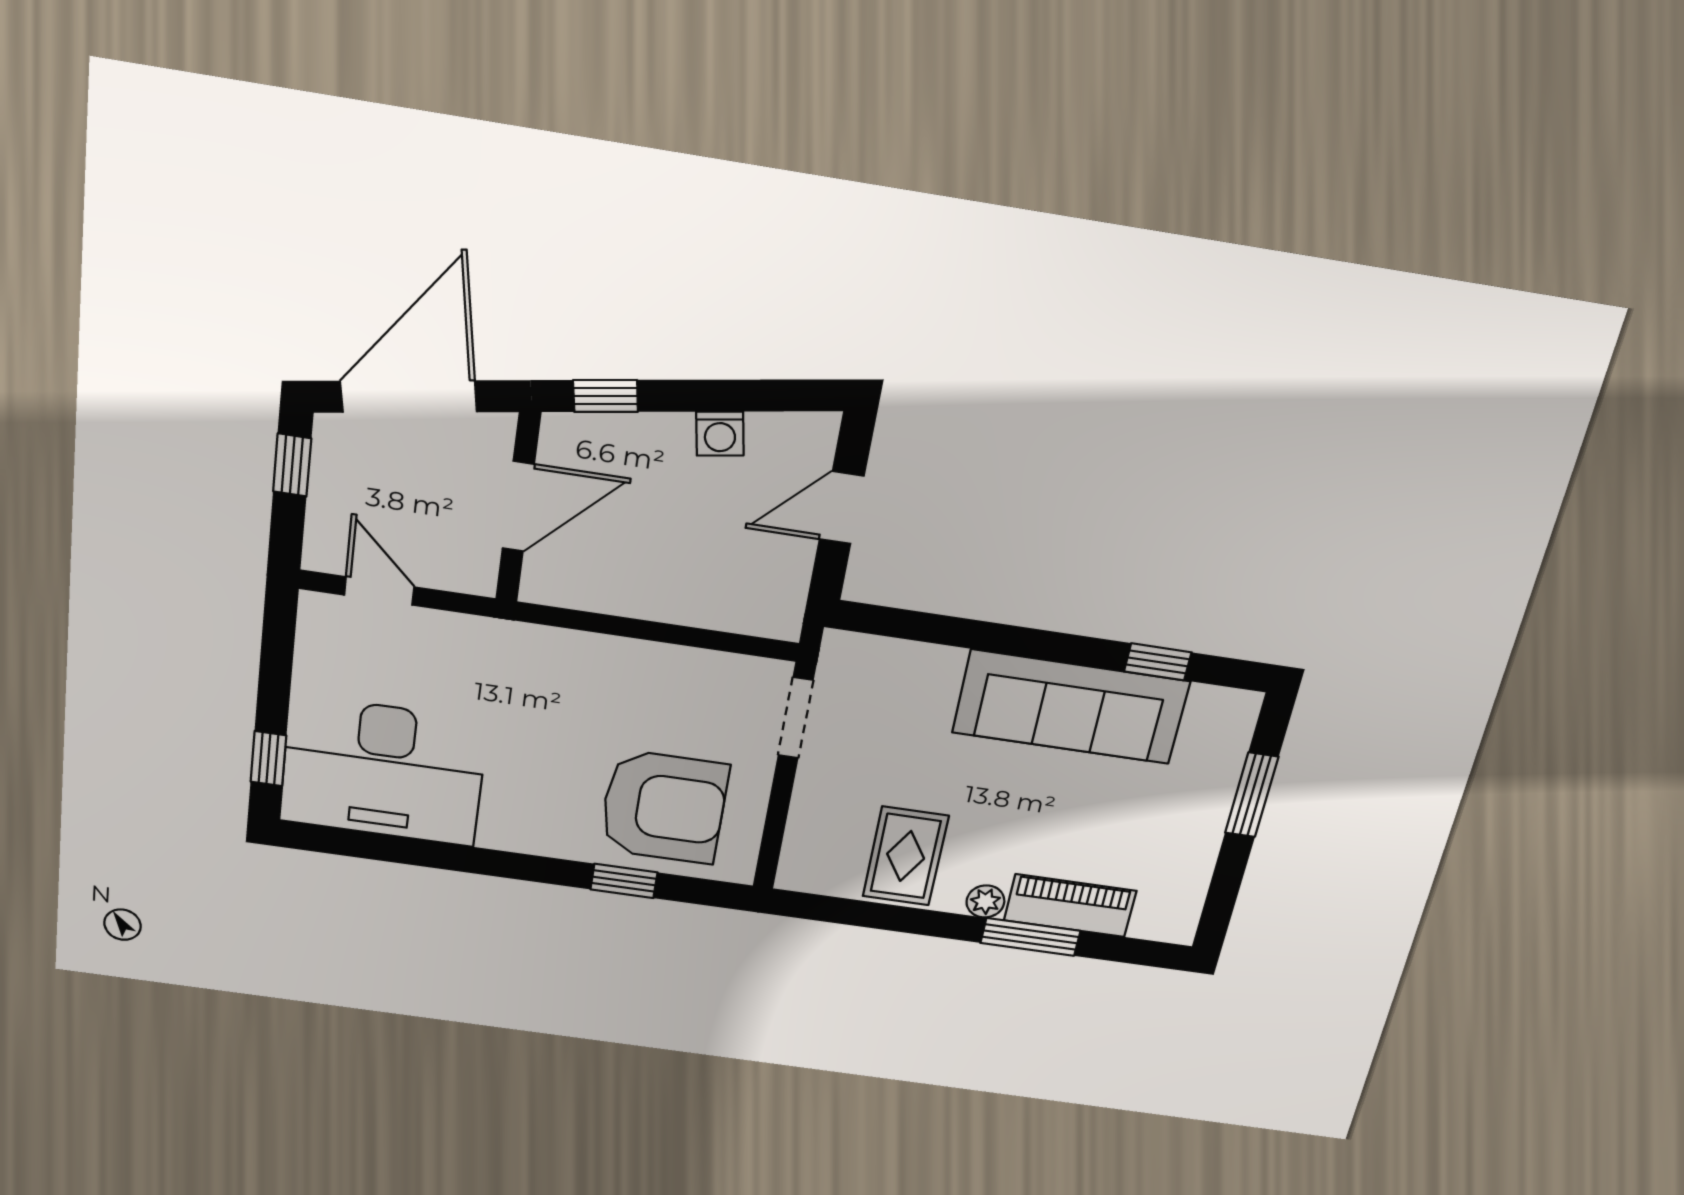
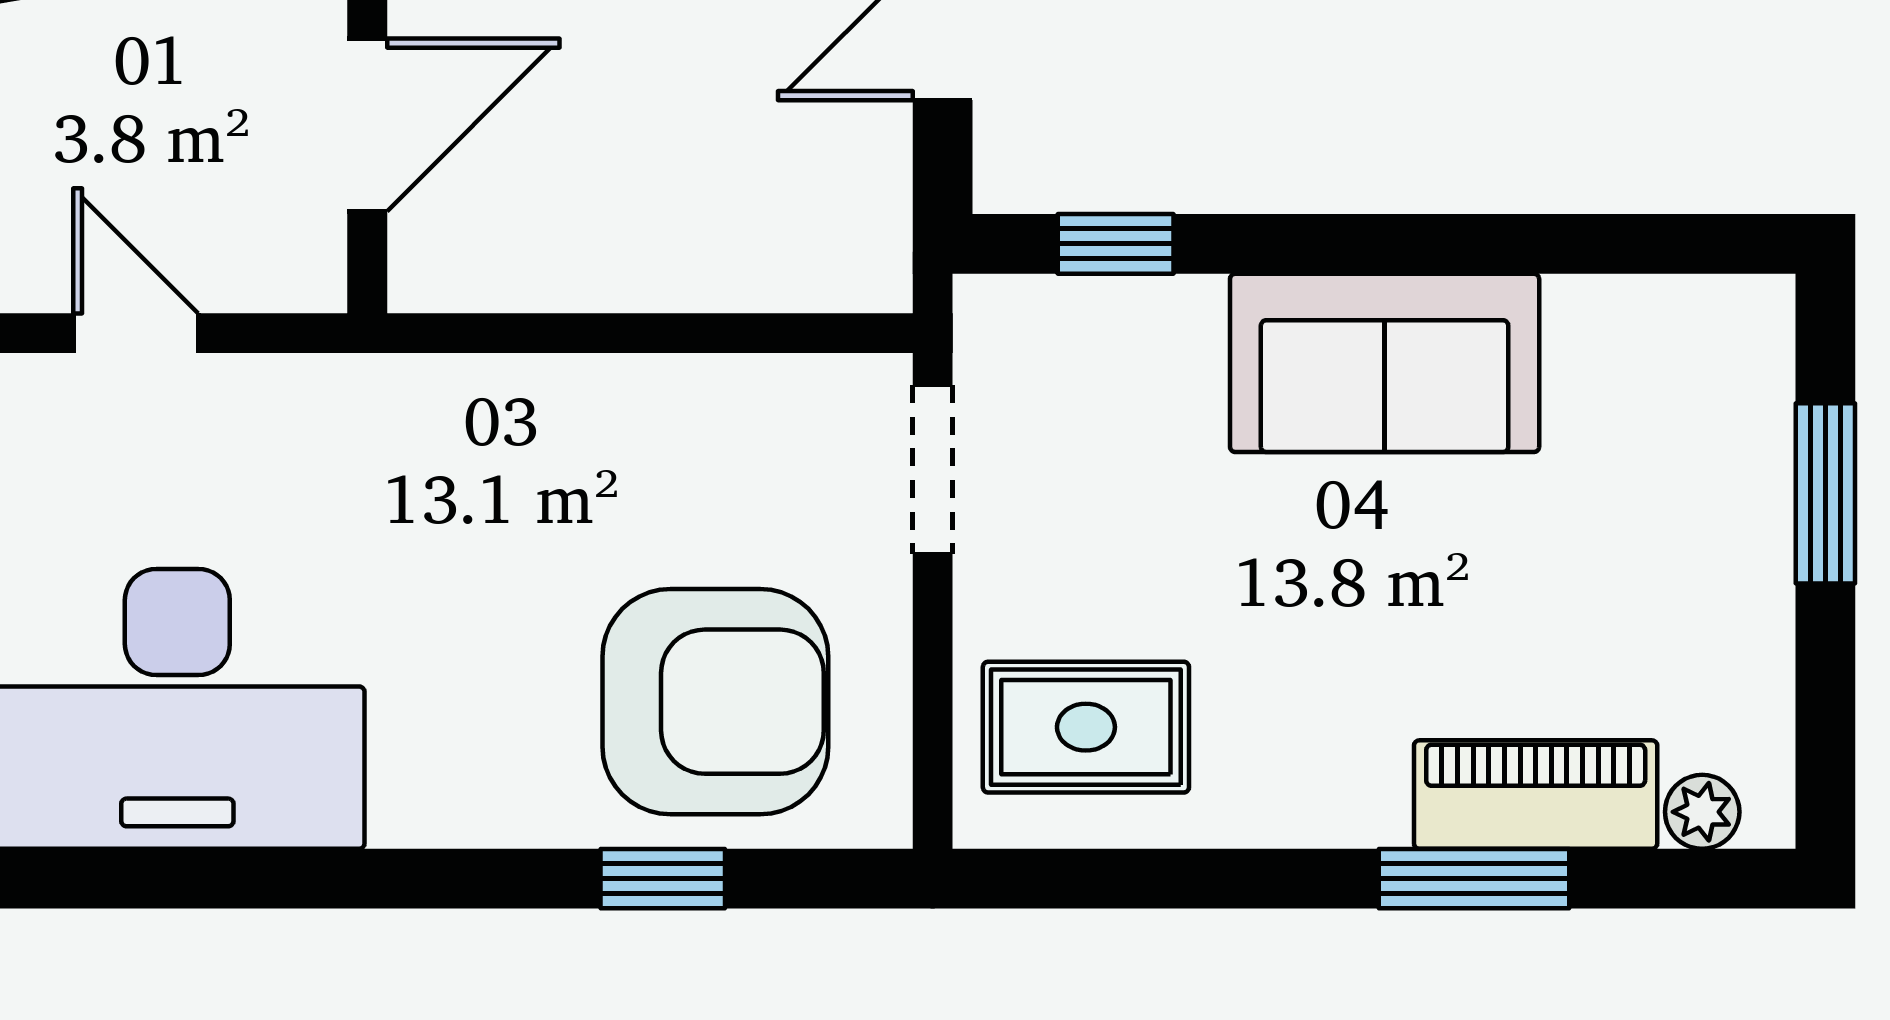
window: (1158, 662) -> (1116, 244), moved
sofa: (1071, 707) -> (1385, 363), width x0.73
rug: (906, 856) -> (1086, 727), moved, turned 90
plant: (985, 901) -> (1702, 812), moved

